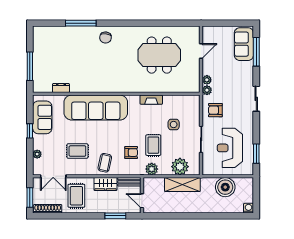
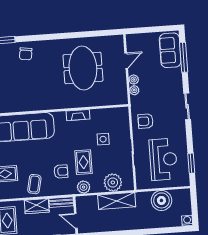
meeting table: (159, 55) -> (83, 68), turned 90
plant: (207, 90) -> (134, 80), moved
reception desk: (230, 148) -> (163, 159), turned 180

